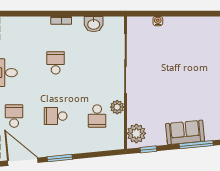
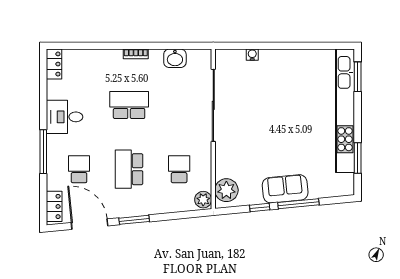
school desk: (56, 63) -> (129, 105), width x1.85
plant: (117, 107) -> (203, 200), moved
school desk: (56, 116) -> (129, 169), width x1.85
school desk: (97, 116) -> (179, 169), turned 180
window: (148, 149) -> (260, 207), moved

